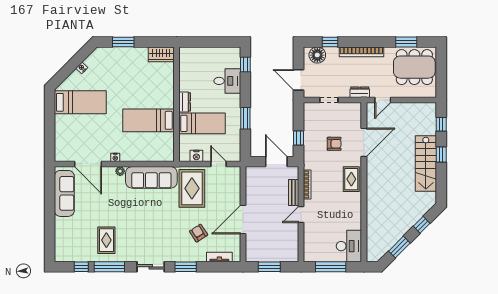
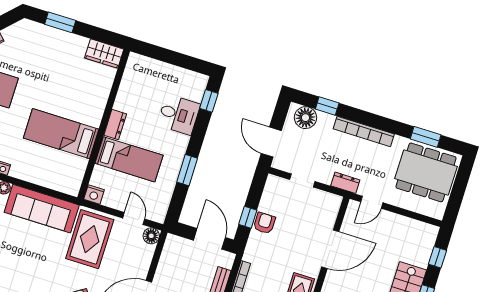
armchair: (334, 144) -> (264, 223), moved, turned -90
nightstand: (196, 156) -> (94, 194), moved
floor lamp: (235, 172) -> (151, 236), added

